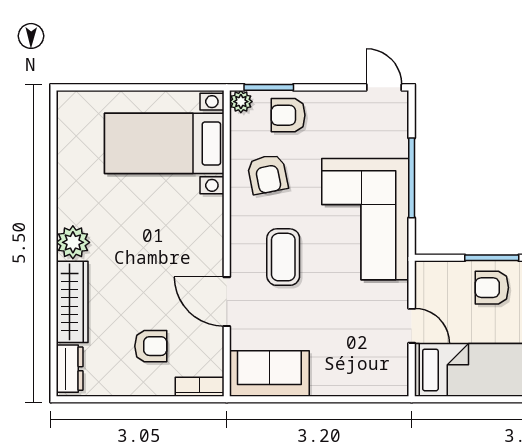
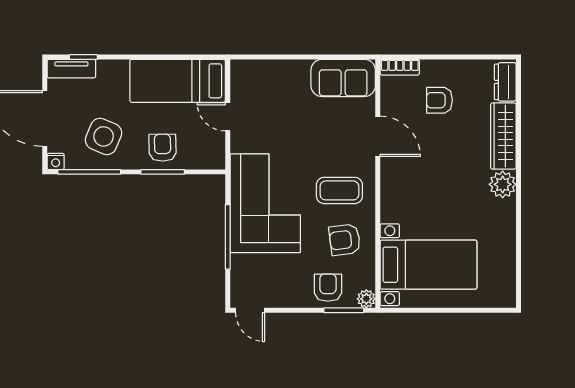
armchair: (288, 115) -> (328, 288), turned -90
armchair: (268, 174) -> (345, 240), turned -86
coffee table: (283, 257) -> (339, 190), moved, turned 90
armchair: (492, 288) -> (163, 148), turned -91

